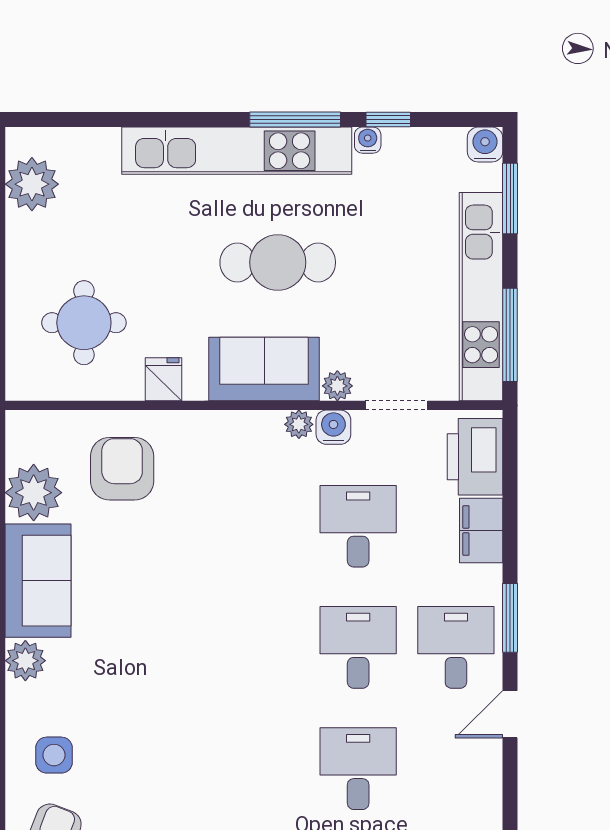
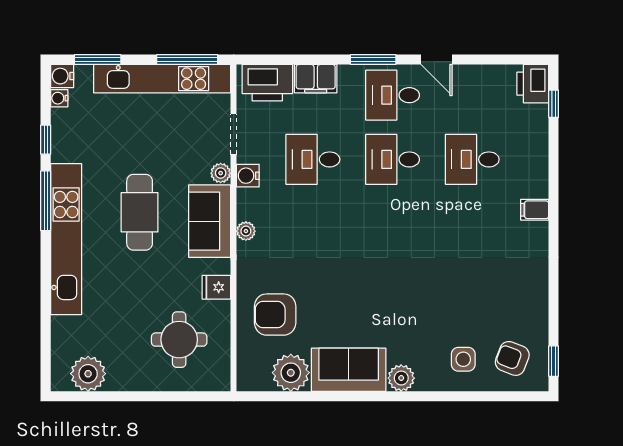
water cooler: (368, 140) -> (59, 98), moved
plant: (299, 424) -> (246, 231), moved

